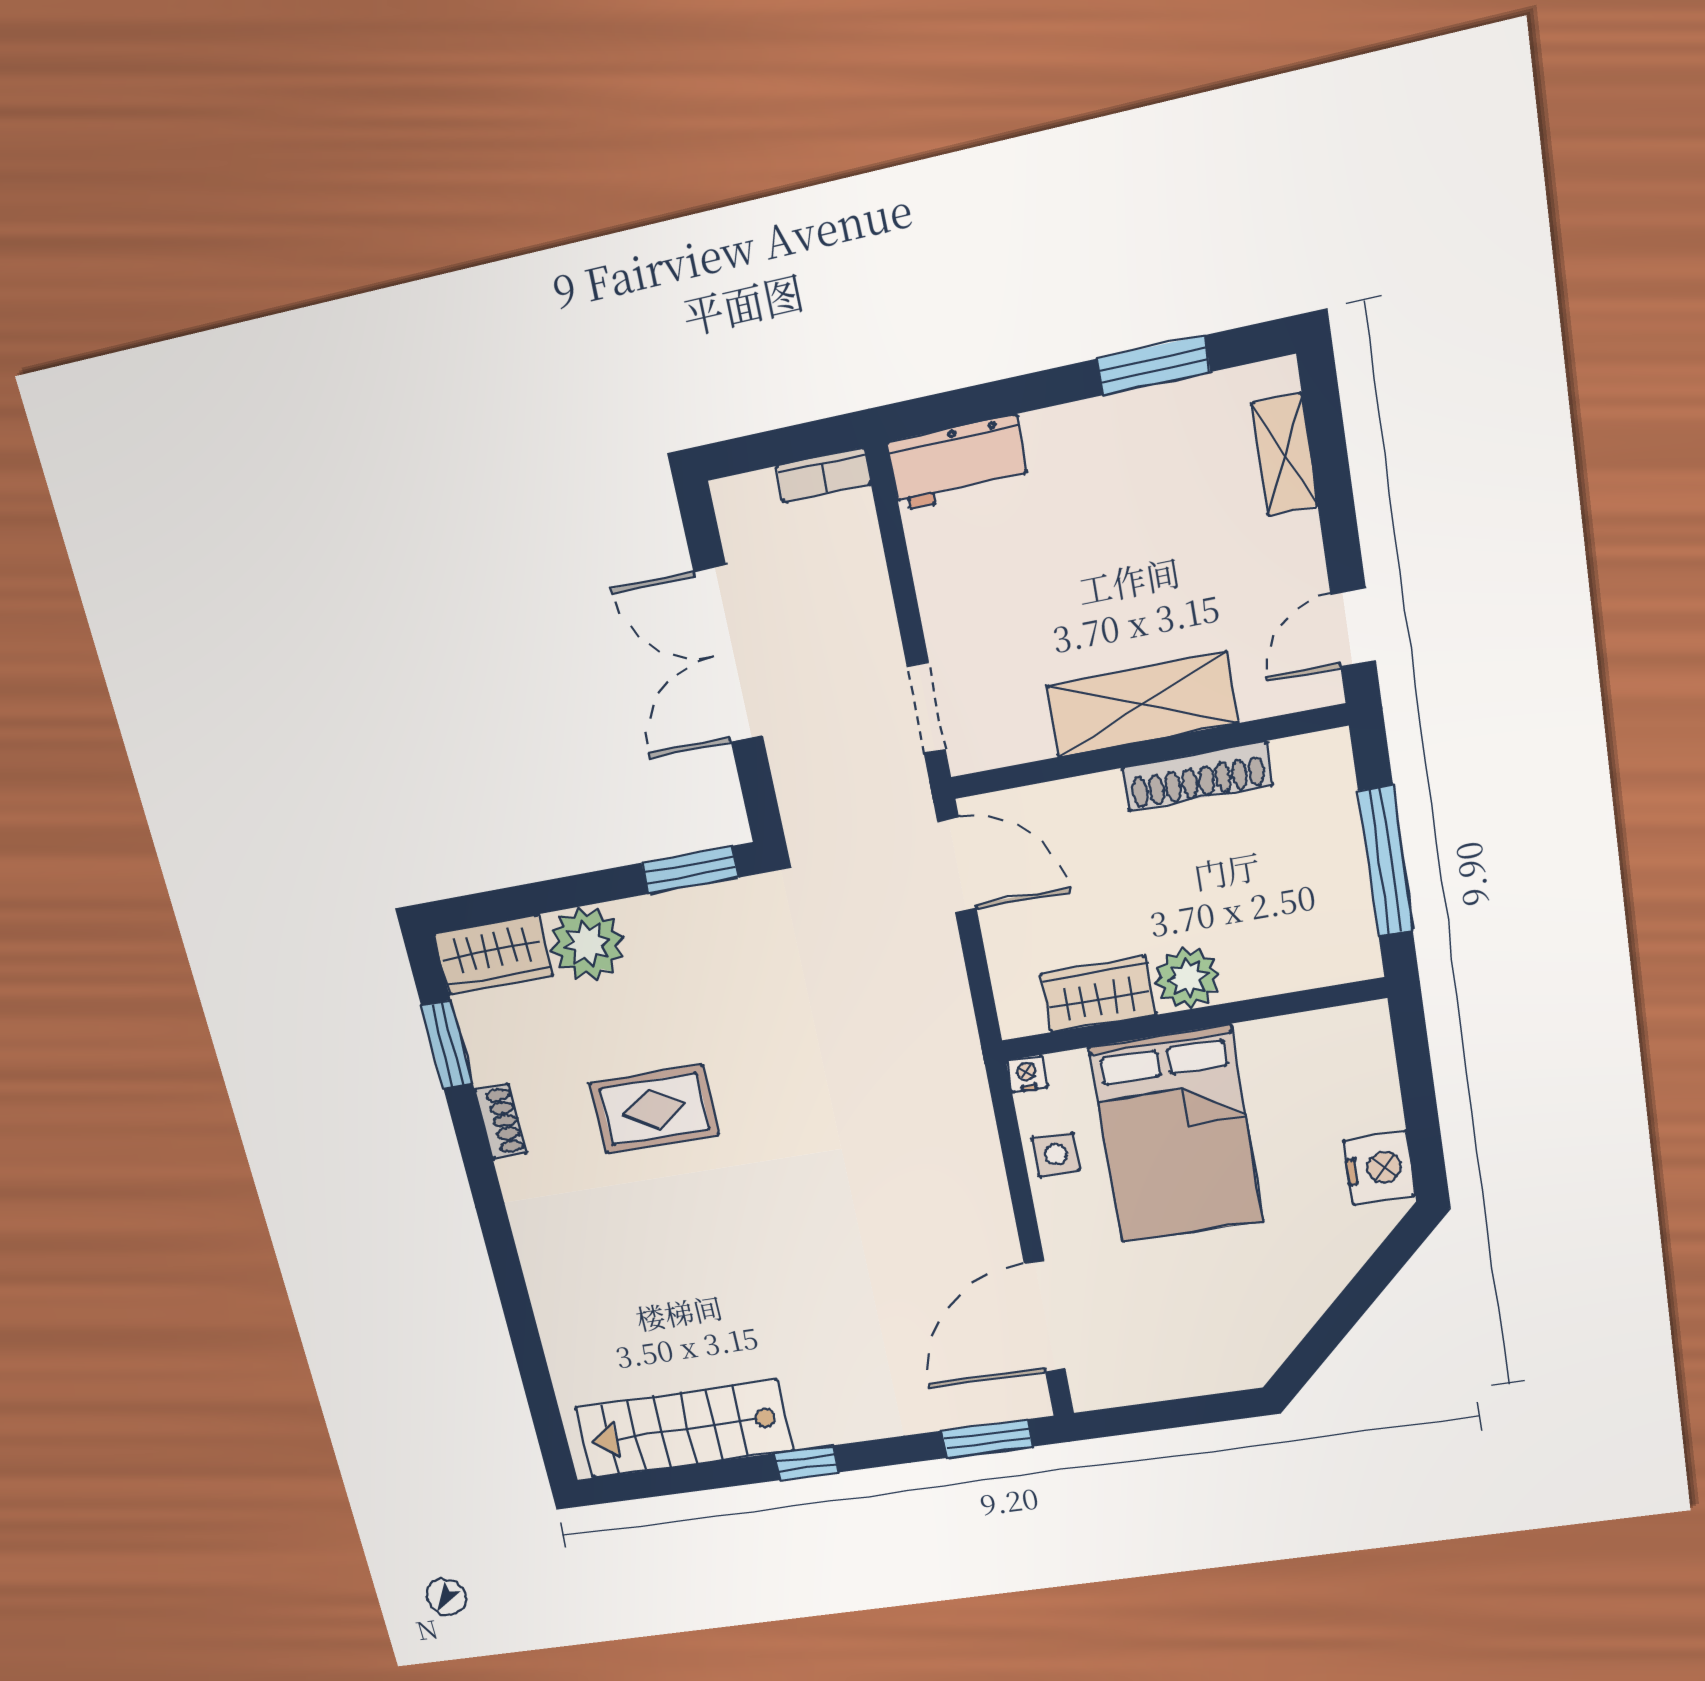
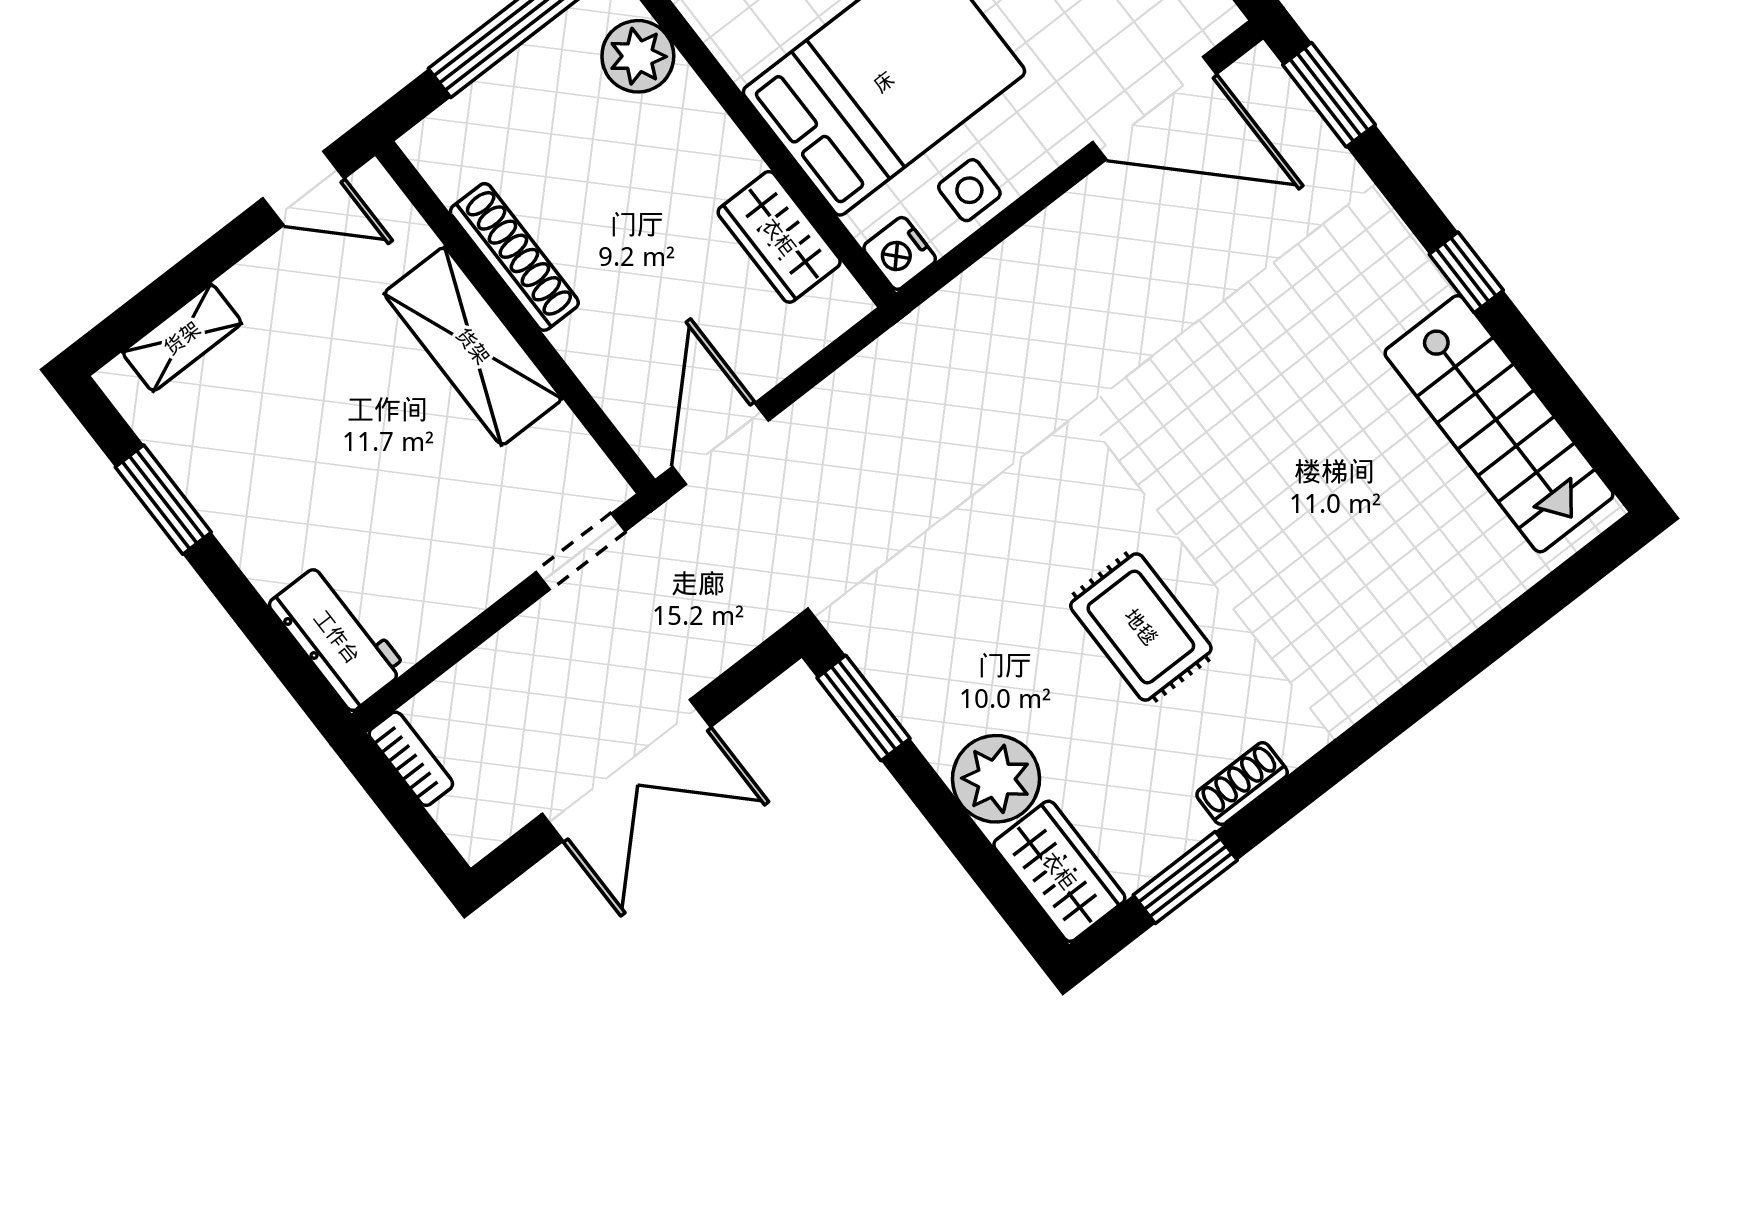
plant: (1187, 978) -> (638, 56), moved
nightstand: (1027, 1074) -> (900, 253), width x1.39, depth x1.35

